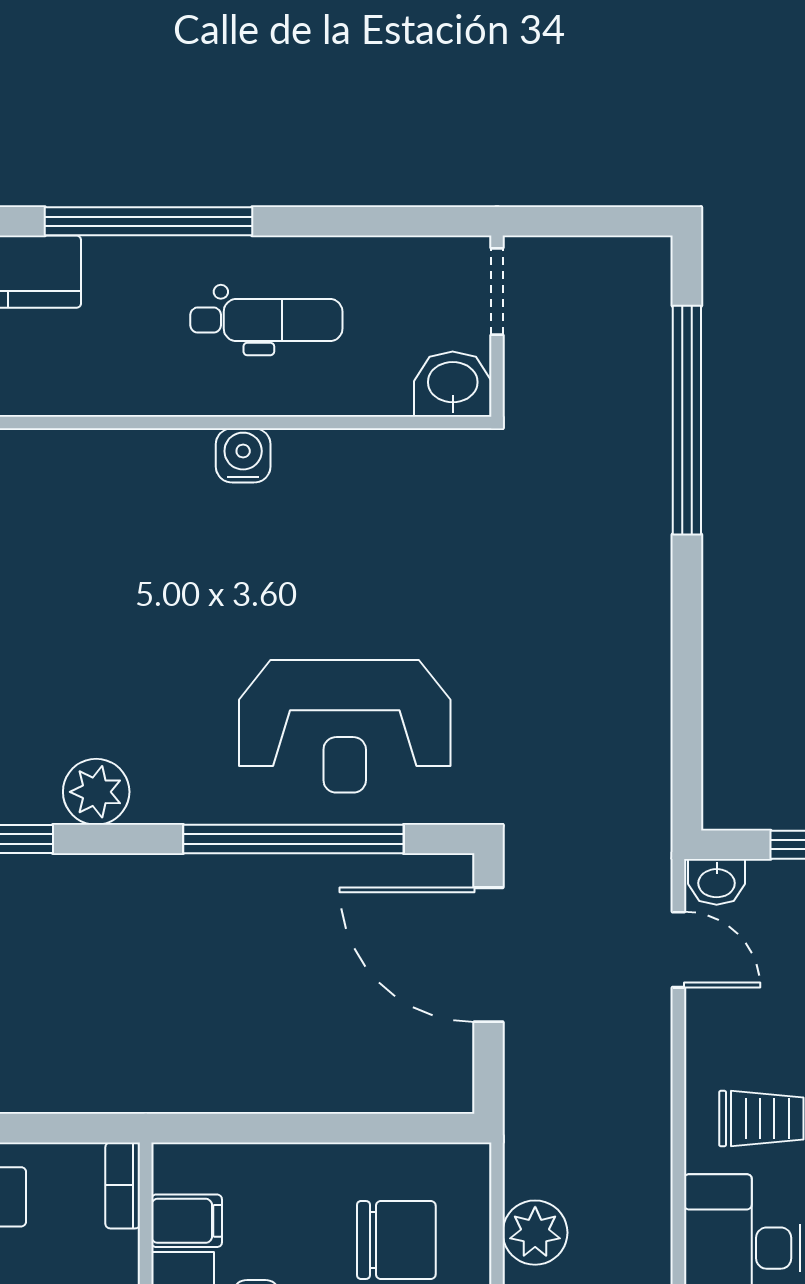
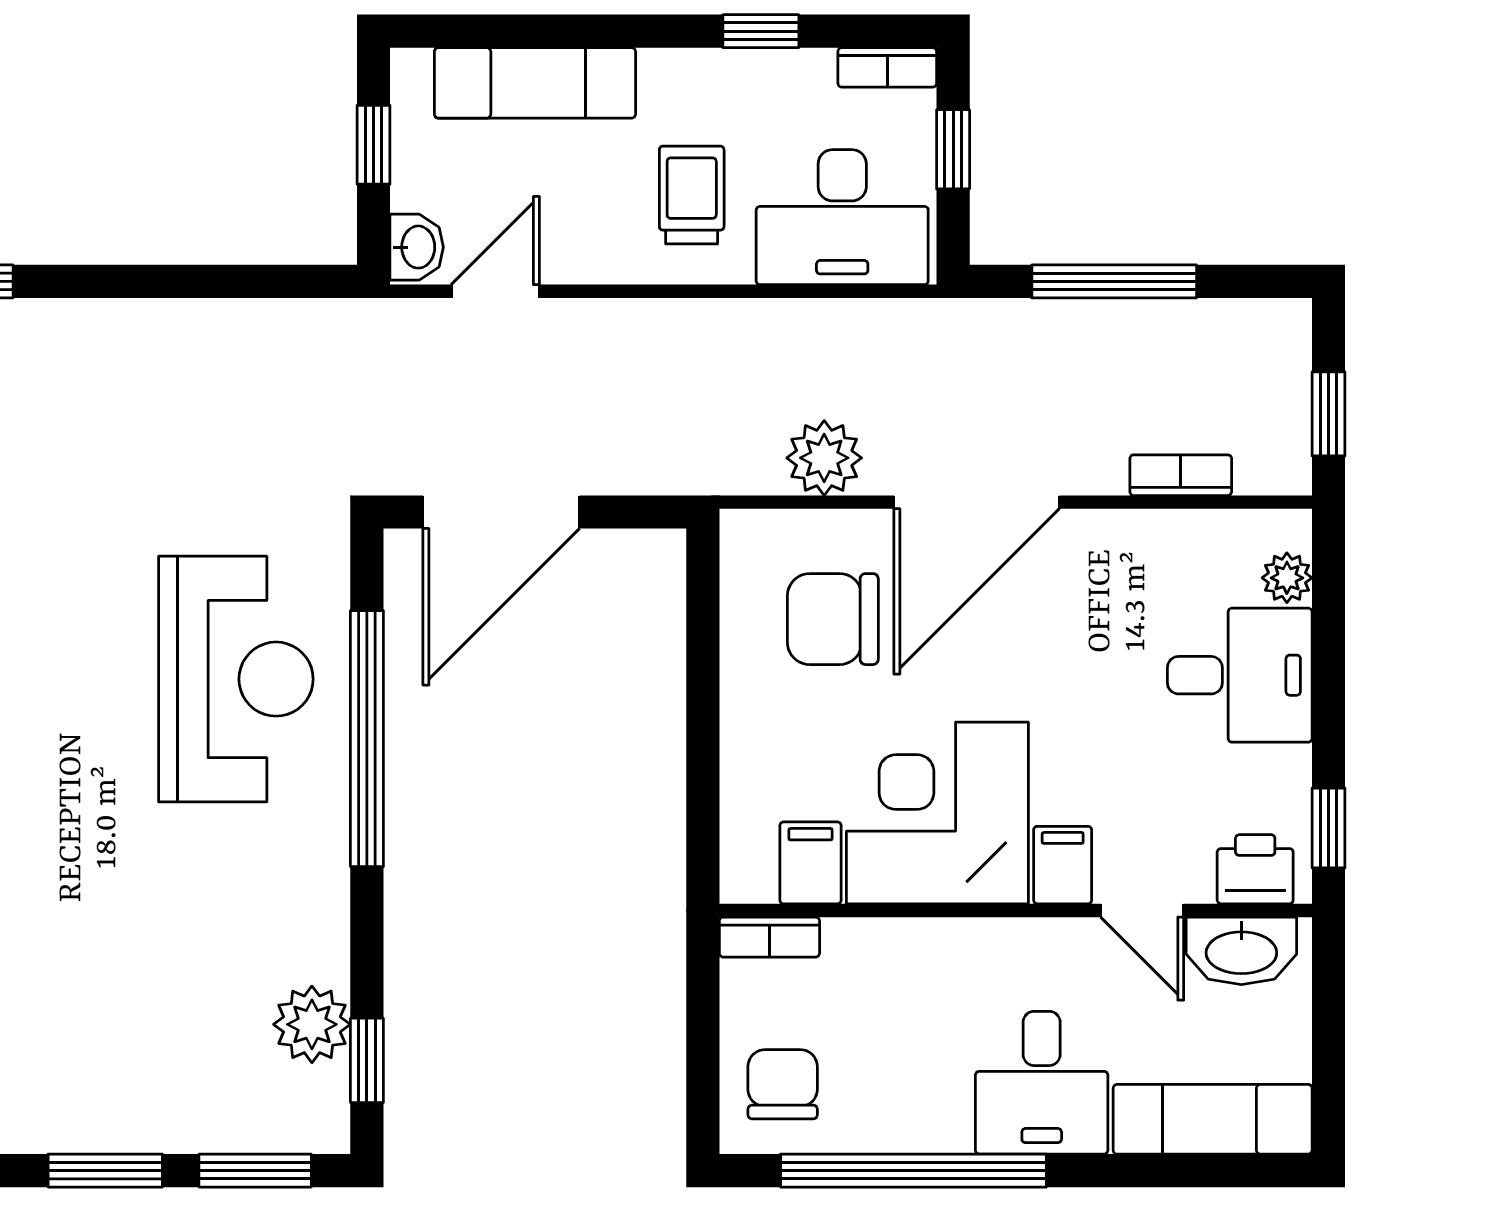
plant: (96, 792) -> (312, 1024), moved
chair: (396, 1240) -> (833, 619), turned -90

